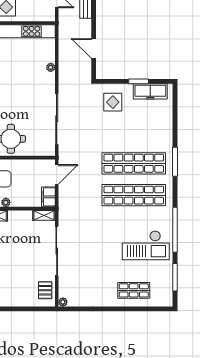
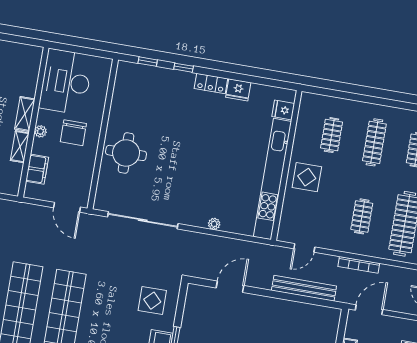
filing cabinet: (48, 197) -> (37, 169), moved, turned 90
shelving: (44, 215) -> (20, 147), moved

